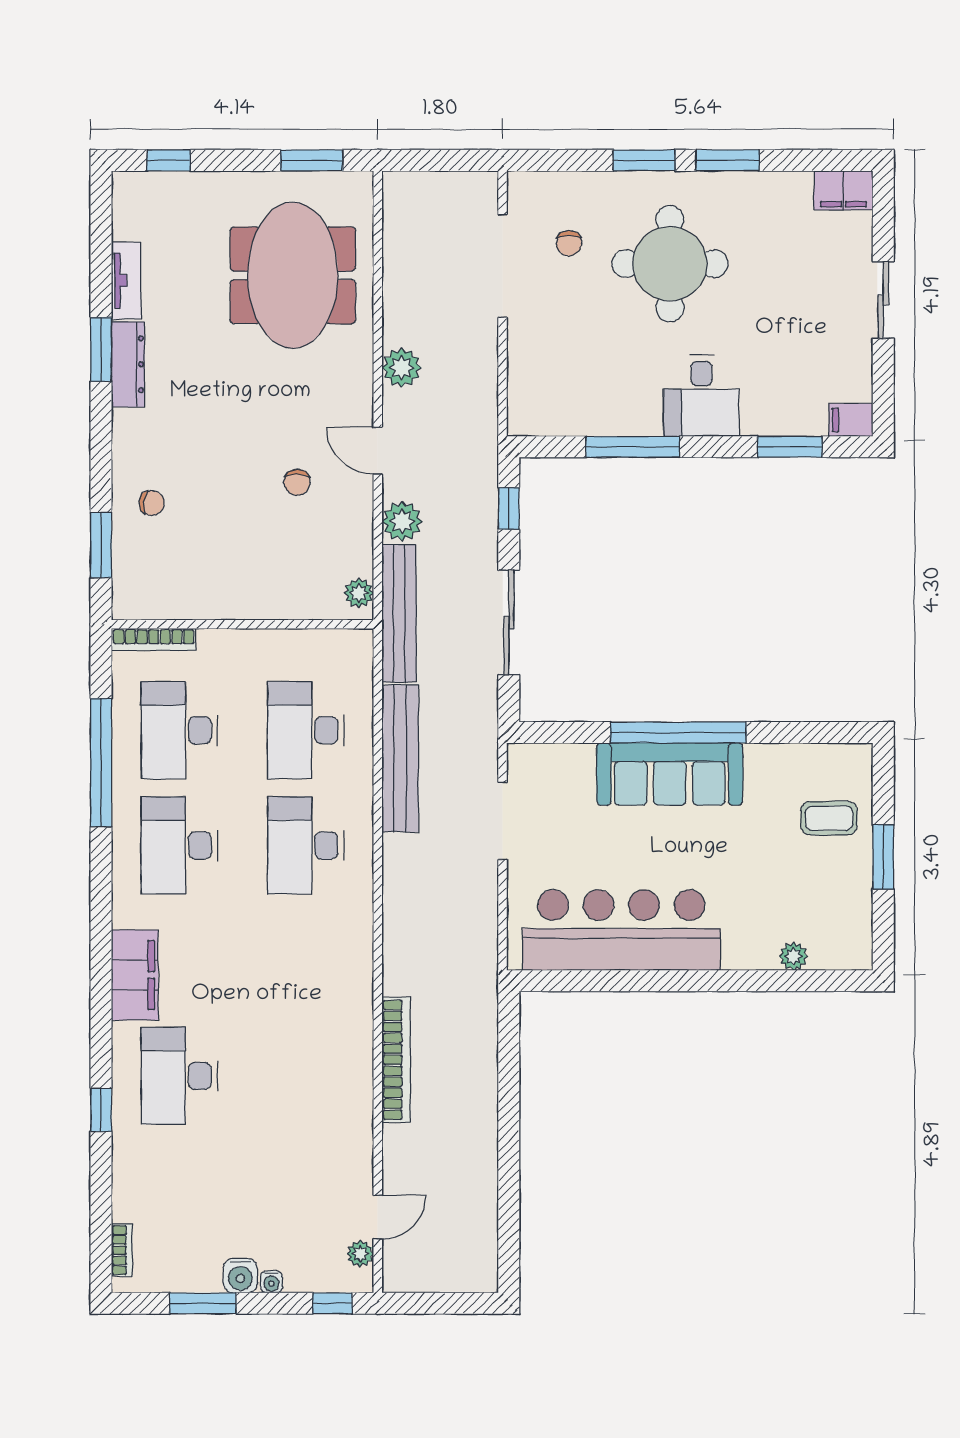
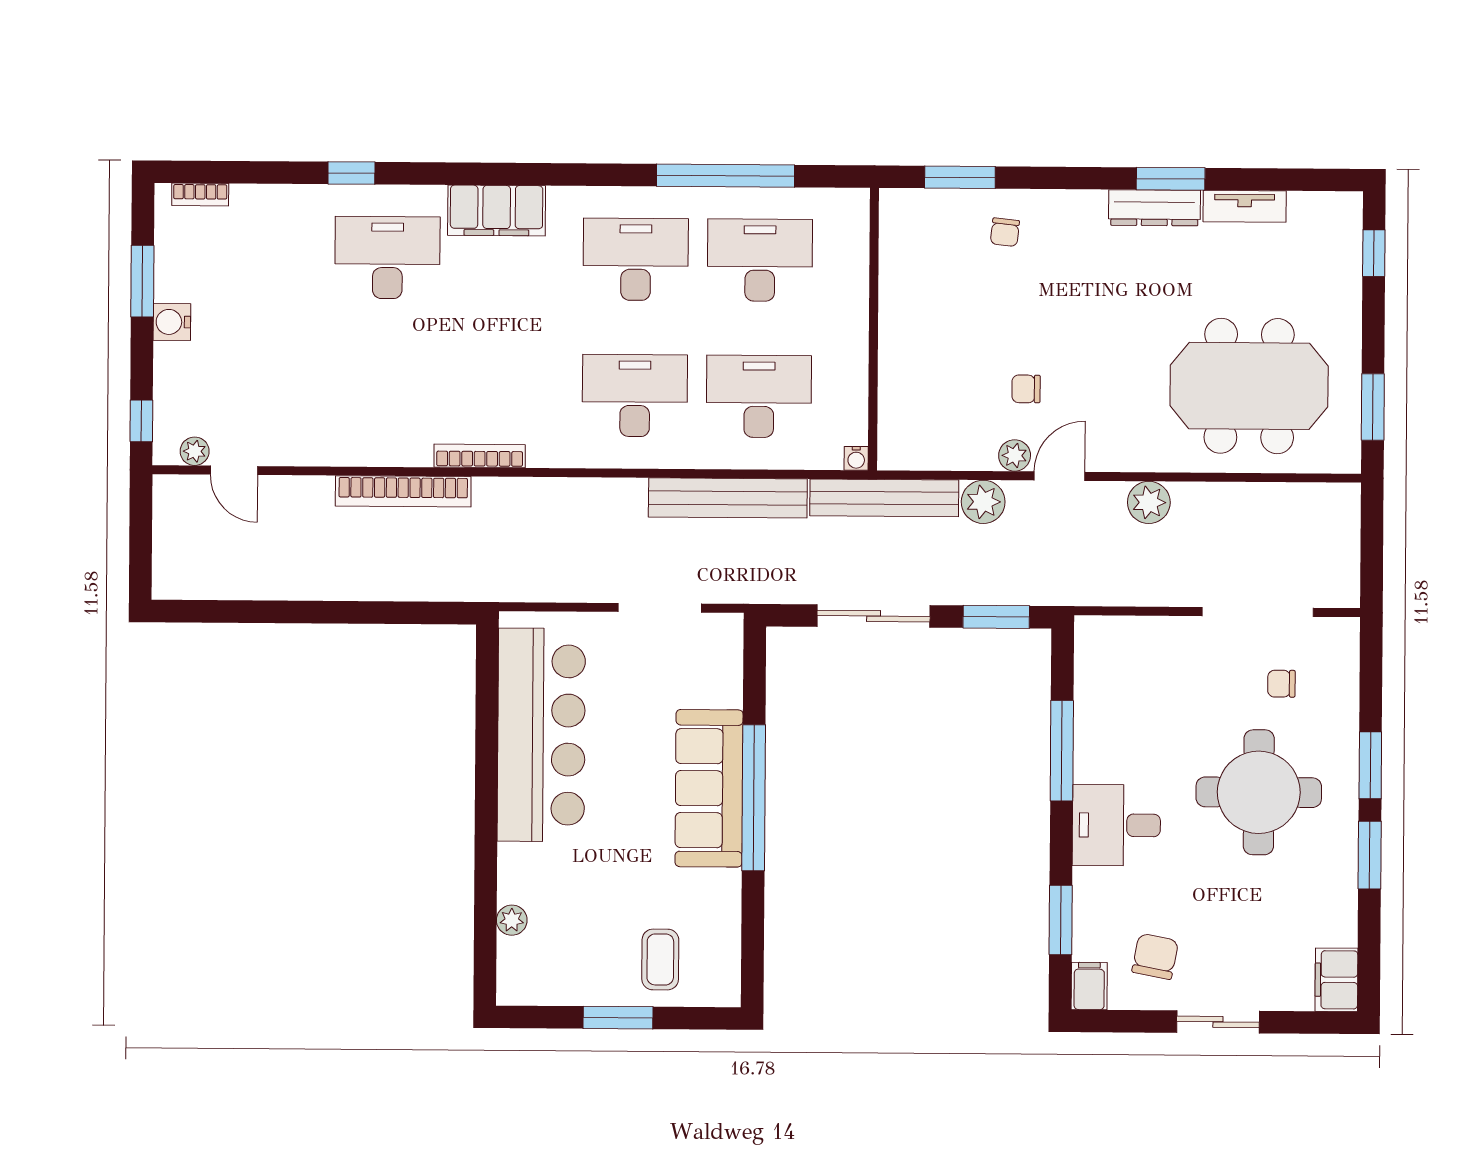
chair: (823, 359) -> (1155, 956), added
window: (509, 509) -> (996, 617), width x1.50
plant: (359, 593) -> (1015, 455), moved
bookcase: (154, 639) -> (480, 456), moved, turned 90
water cooler: (271, 1282) -> (856, 458), moved, turned -90

